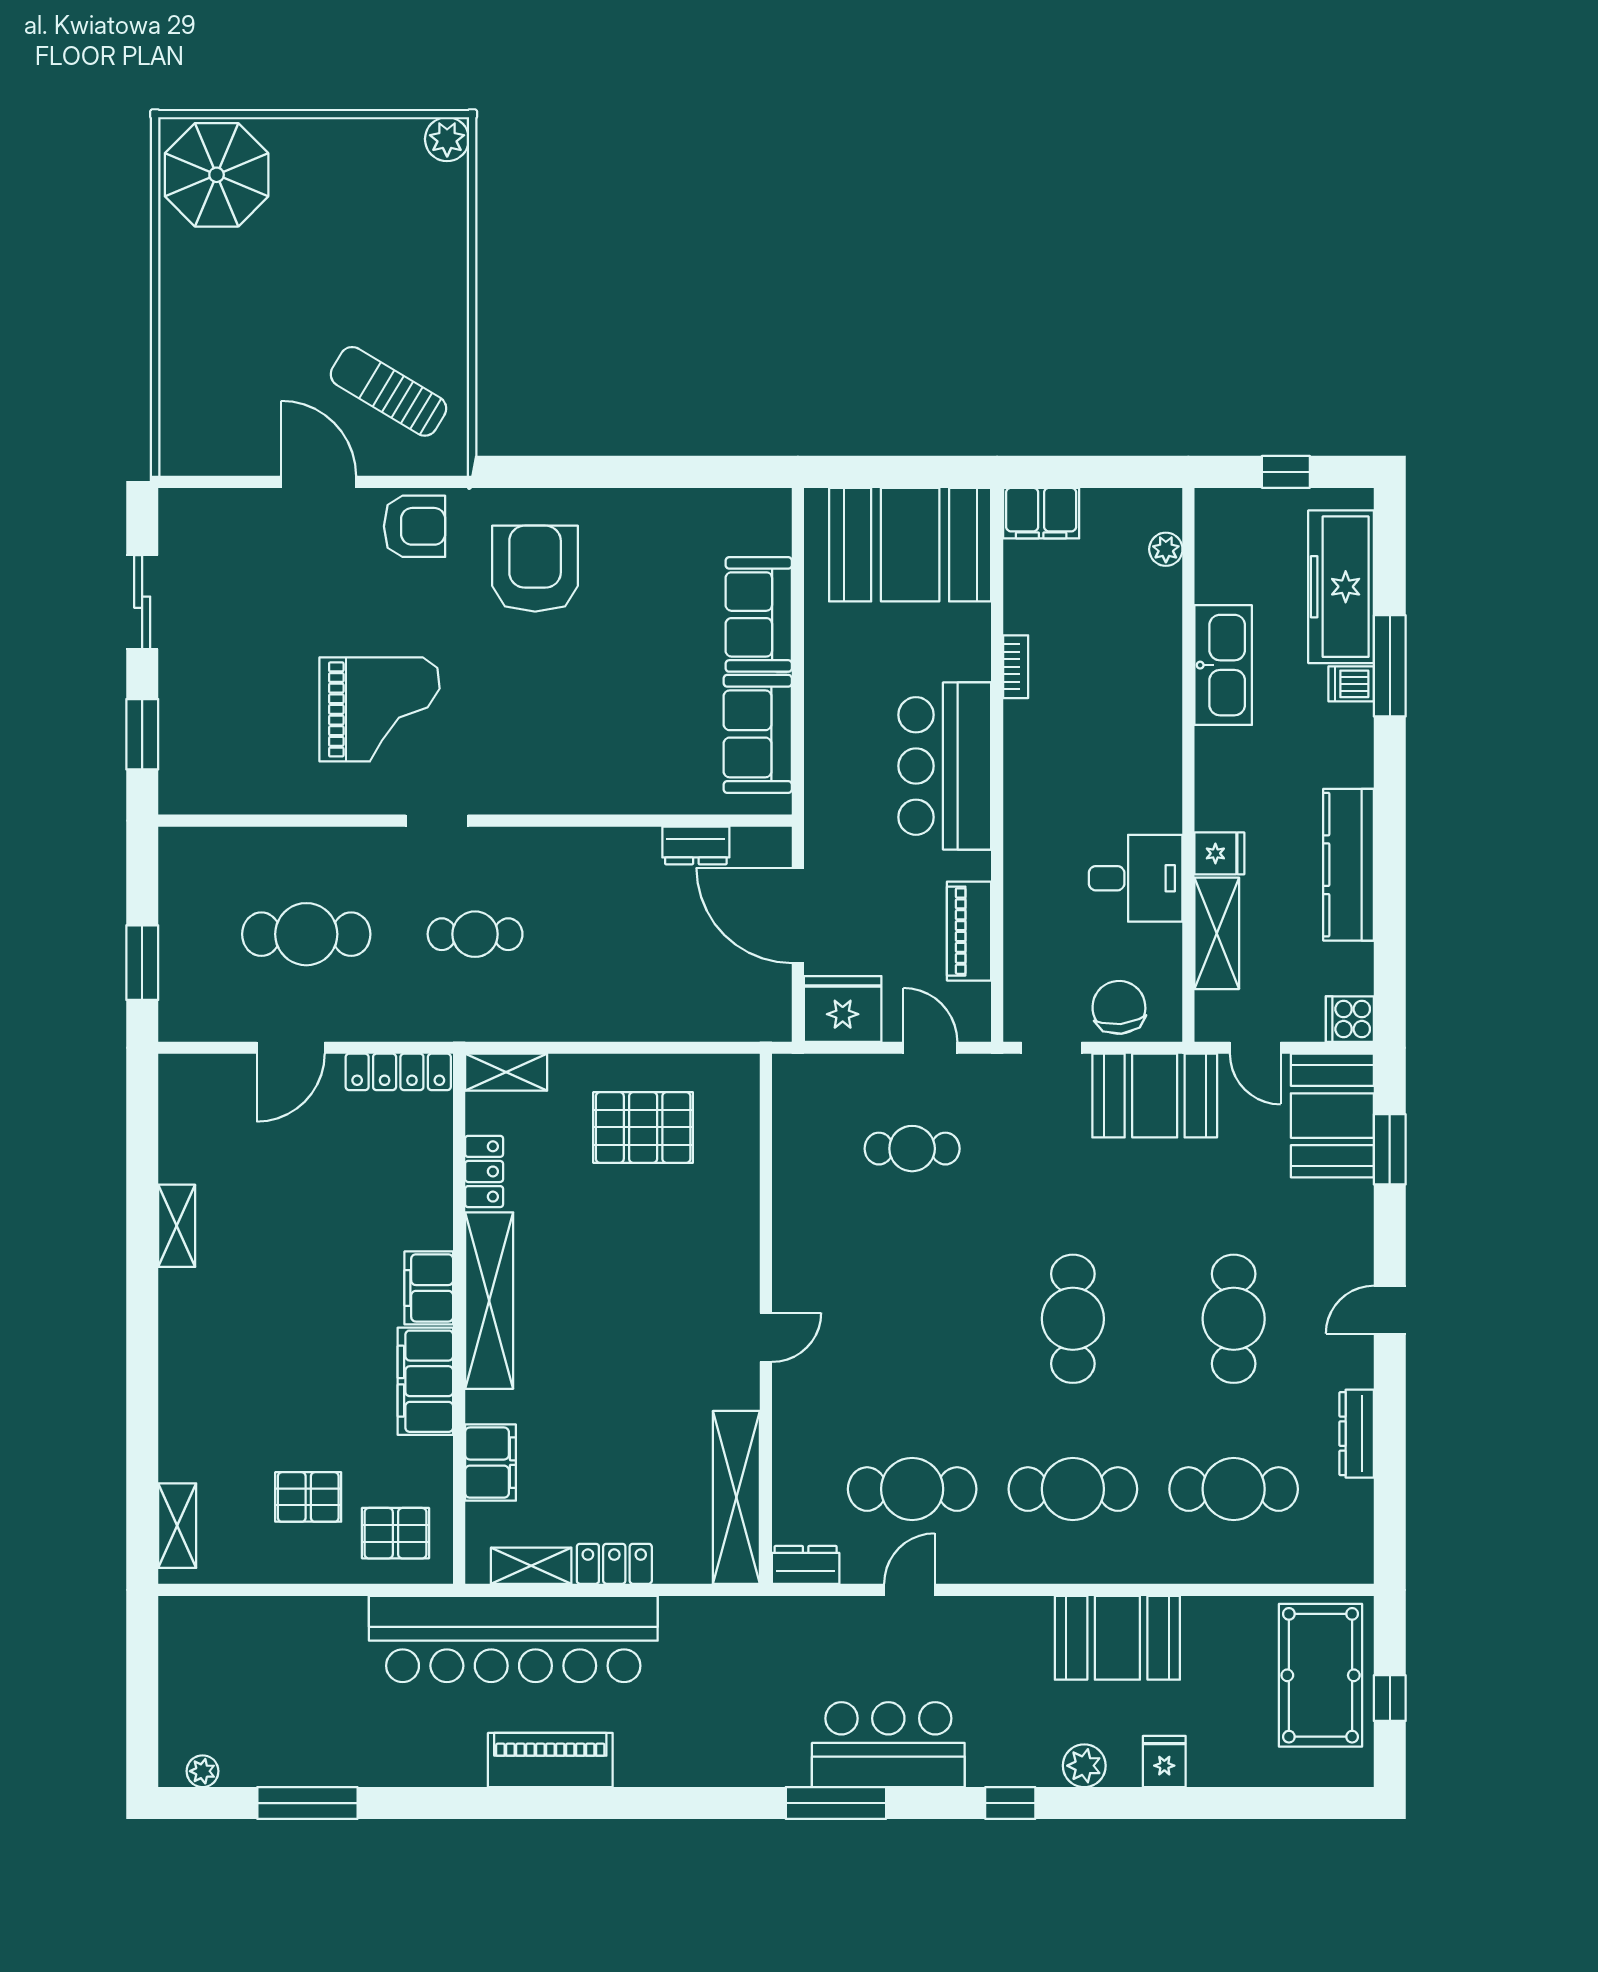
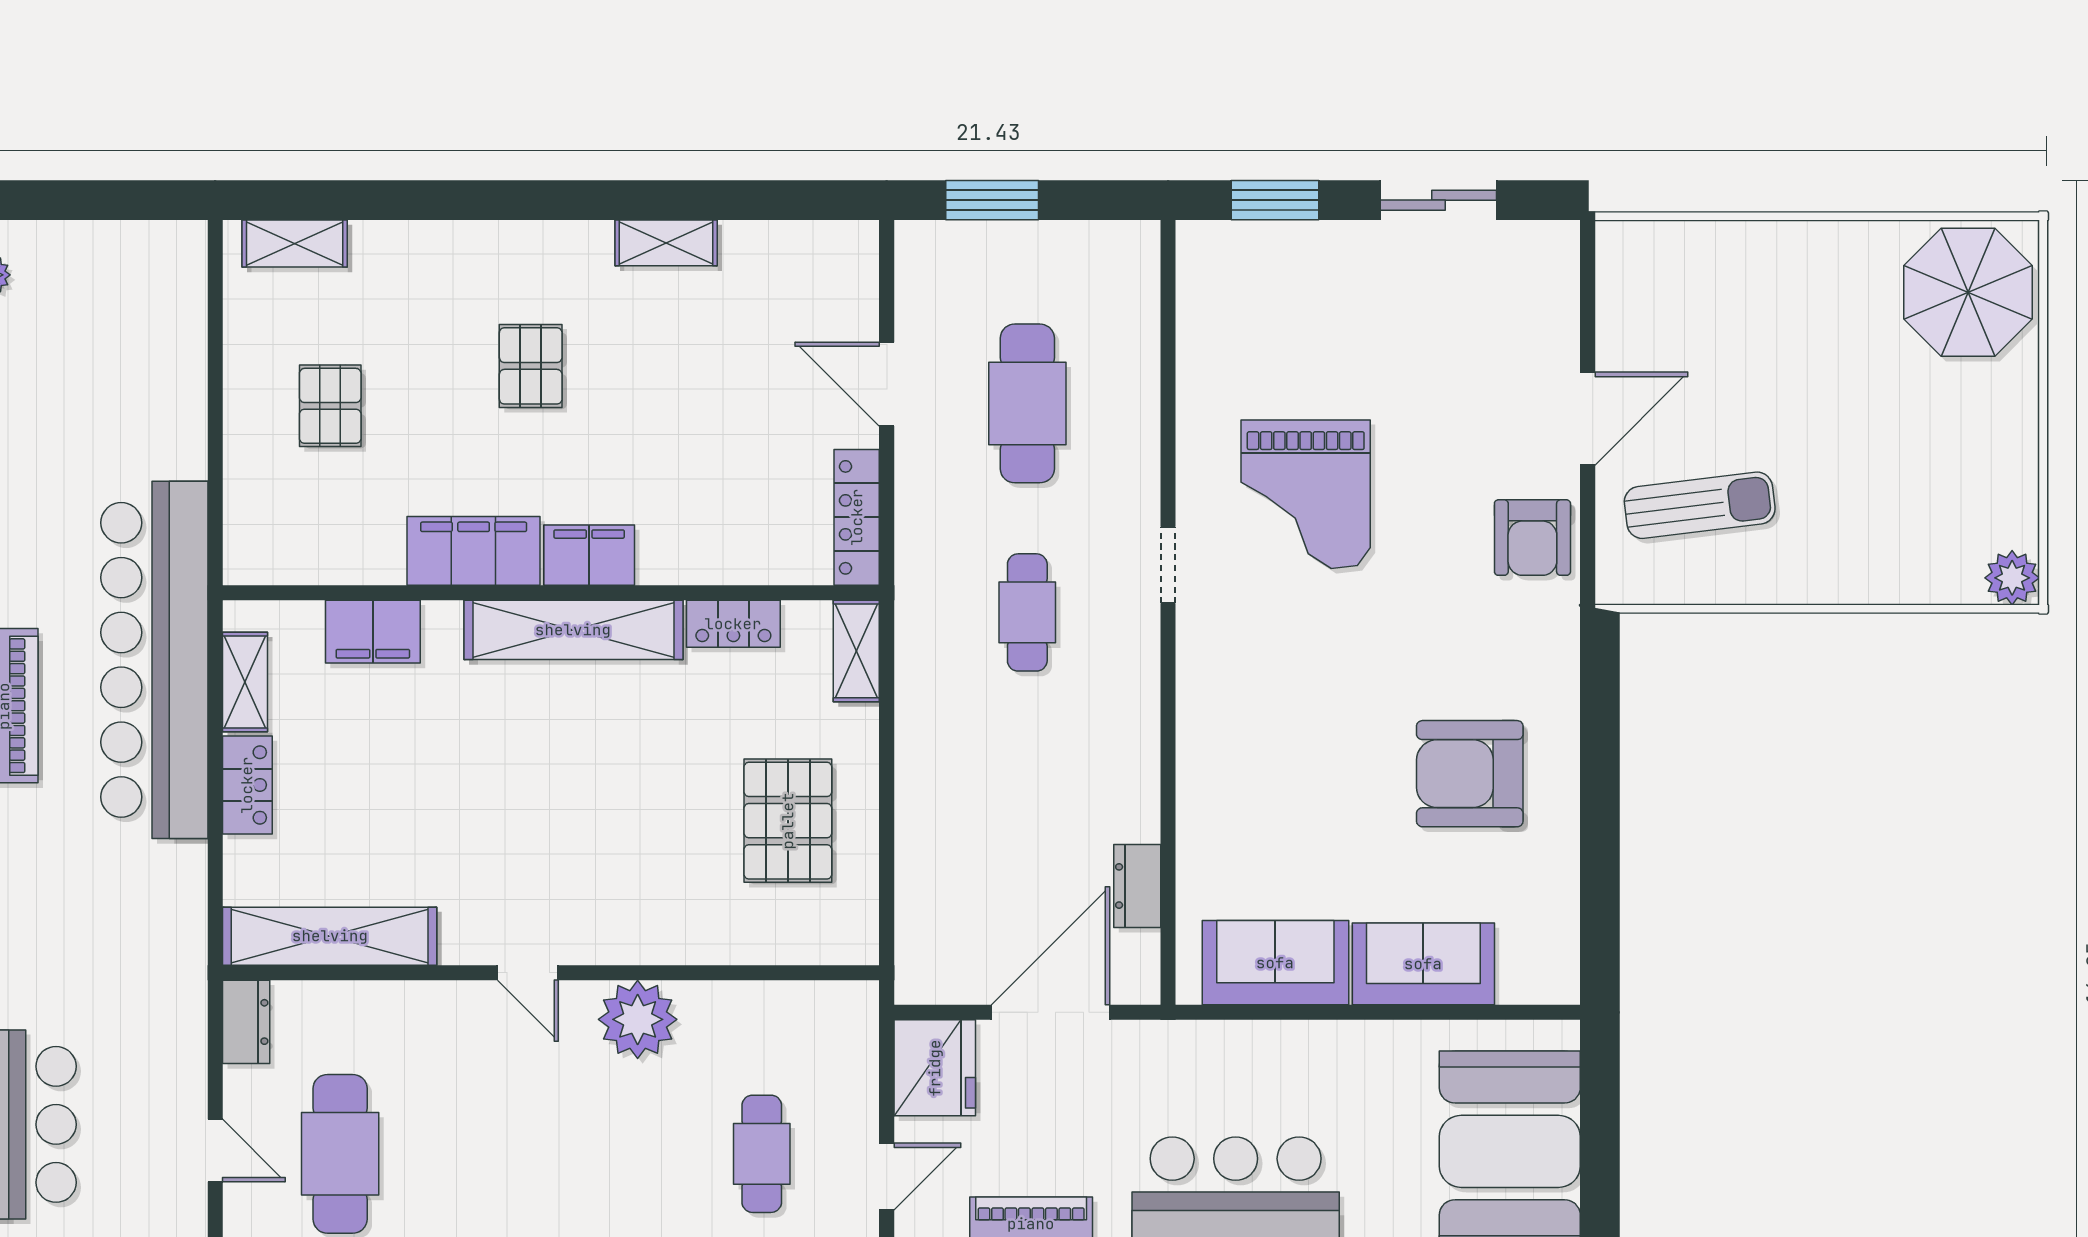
sun lounger: (388, 391) -> (1700, 505), turned 52
armchair: (535, 569) -> (1470, 774), moved, turned 180
plant: (804, 1249) -> (638, 1019), added
pallet: (395, 1533) -> (531, 366), moved

